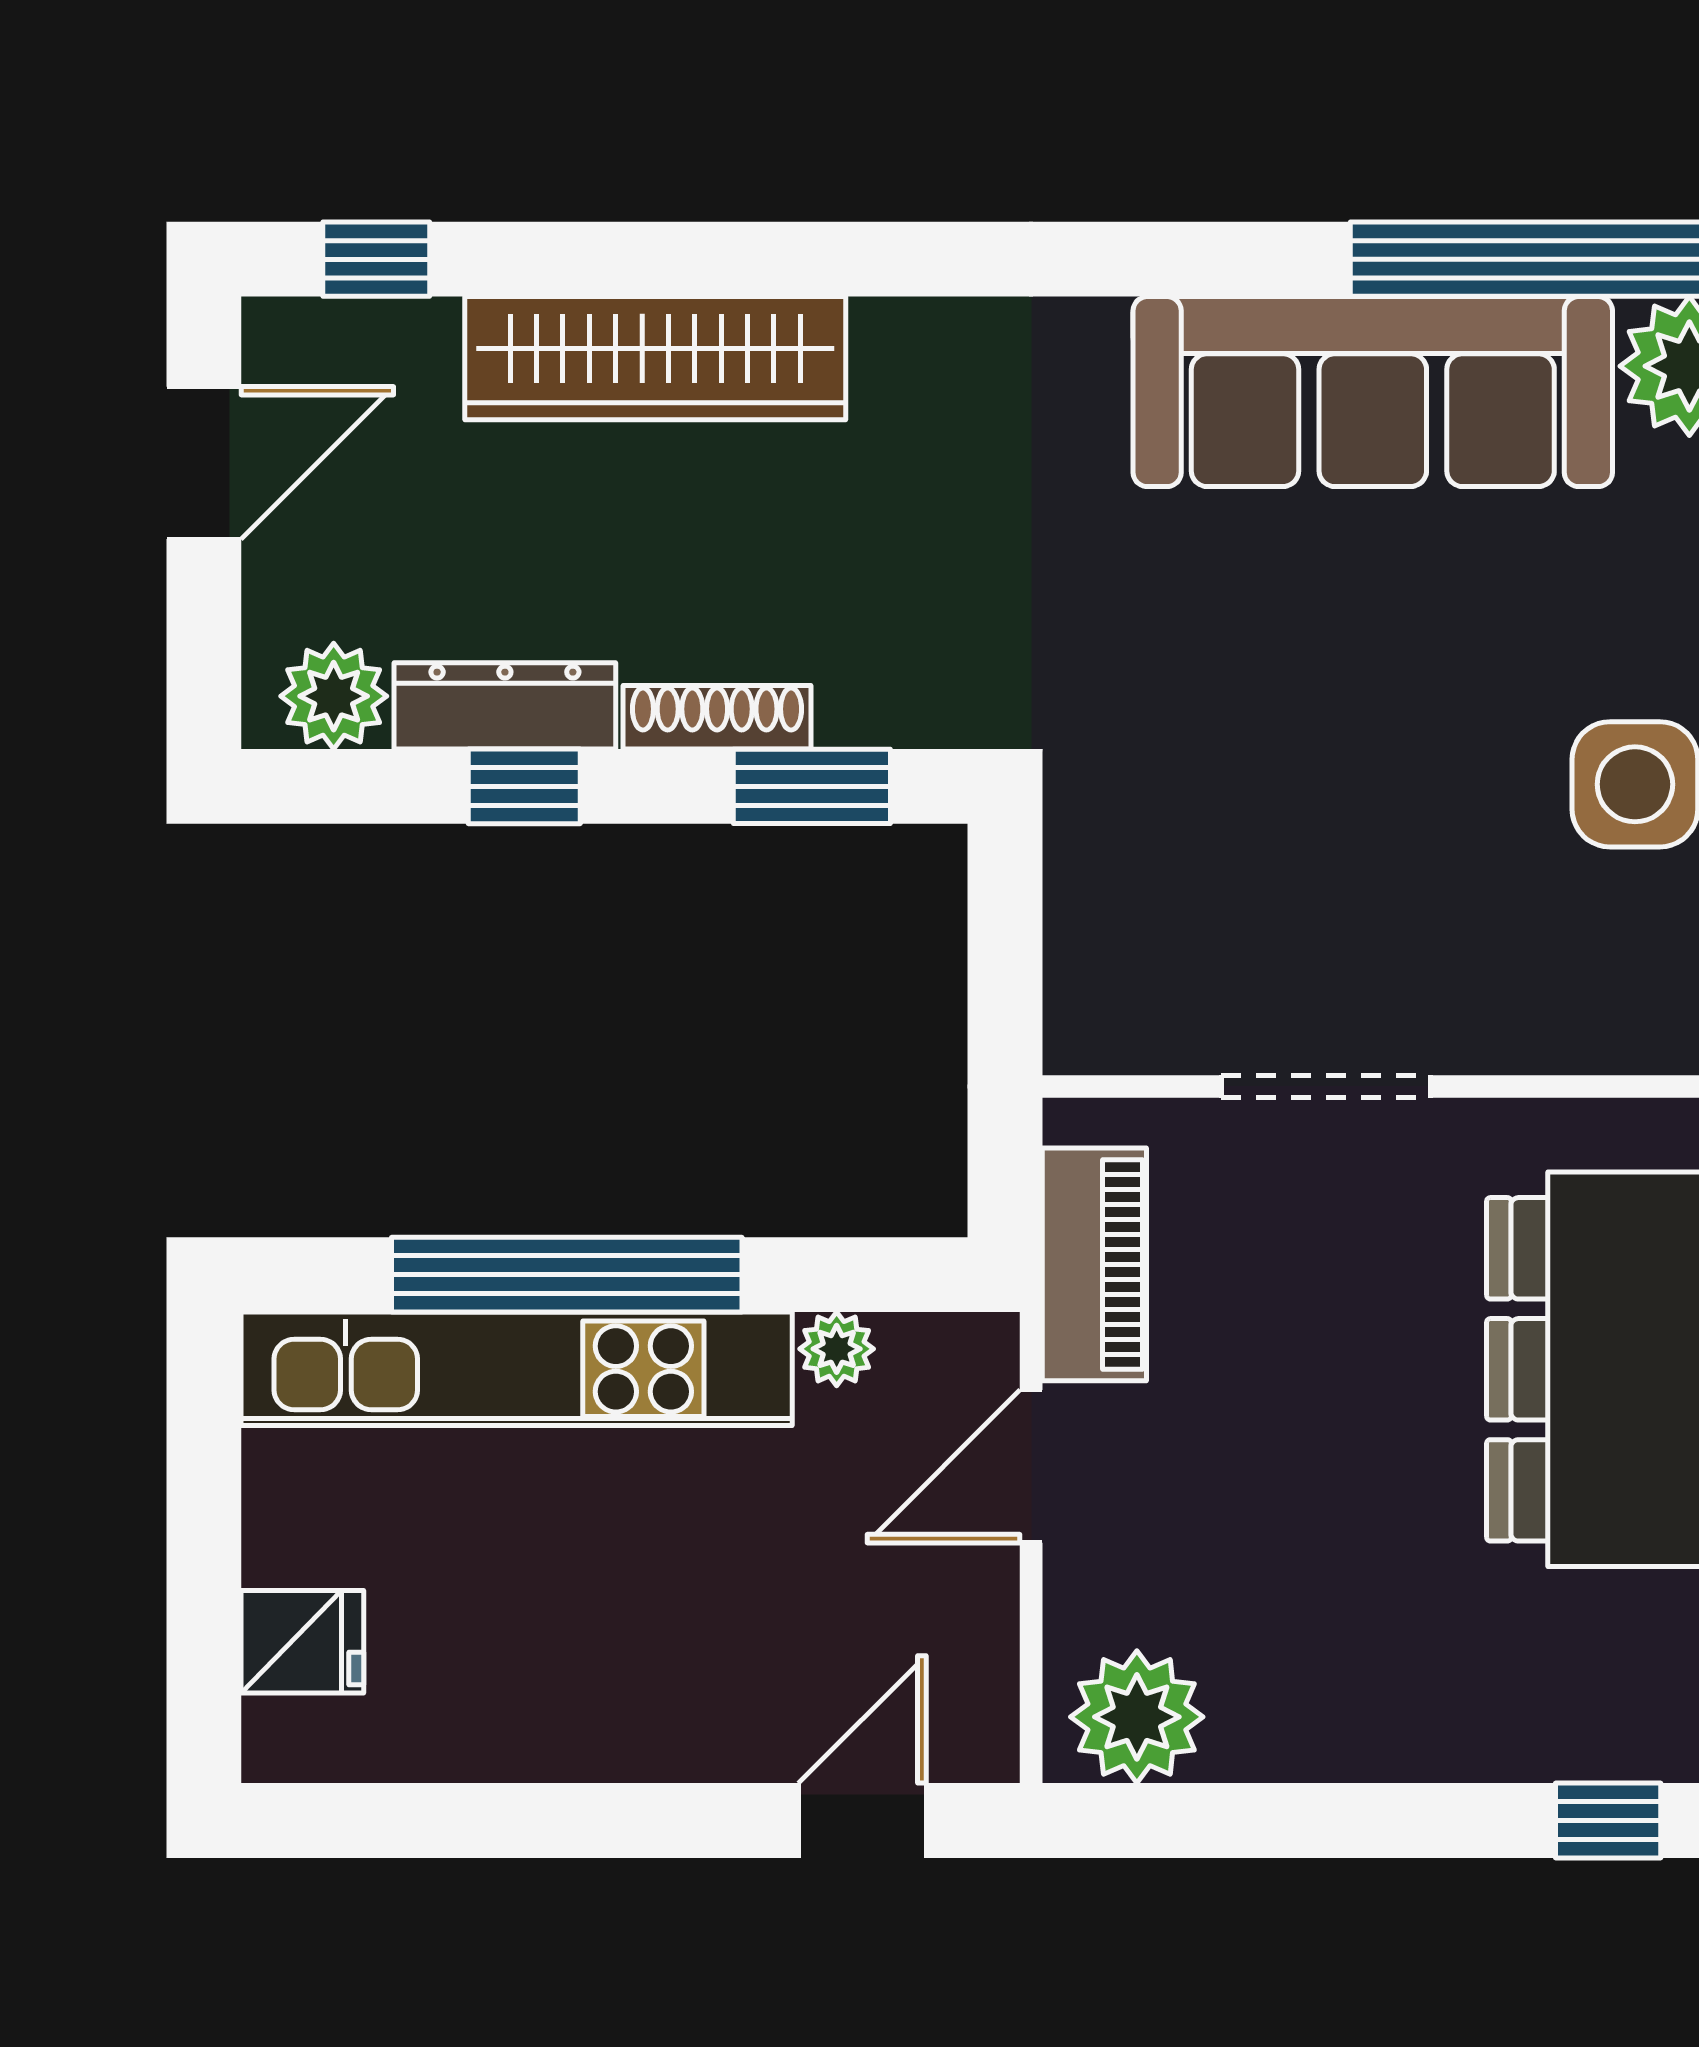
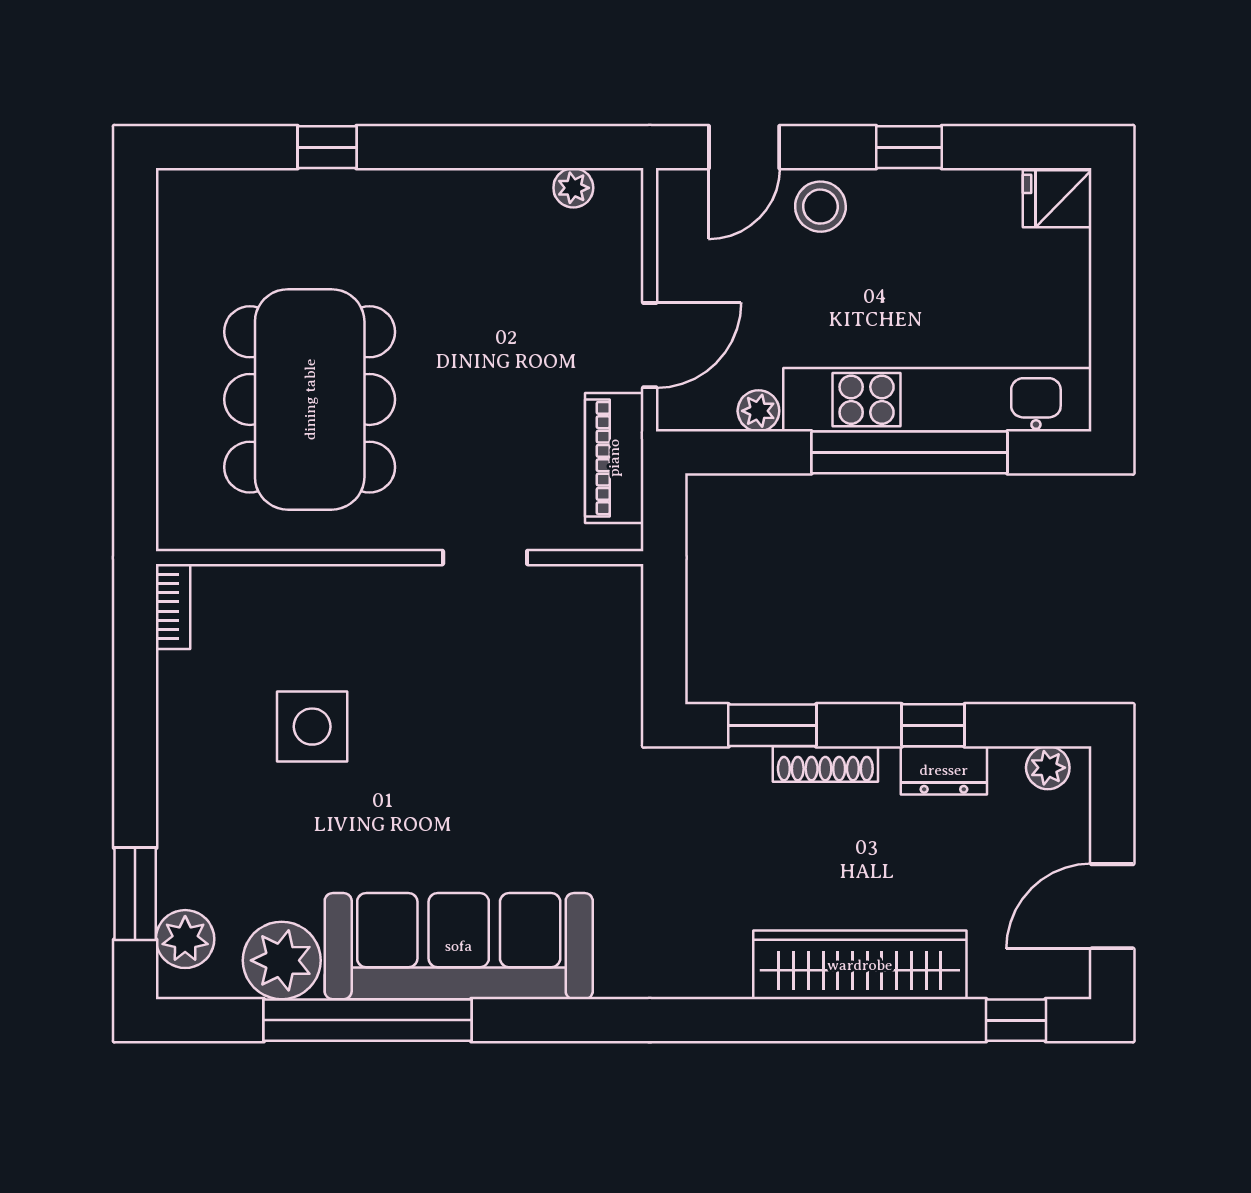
plant: (334, 696) -> (1048, 768), width x0.73, depth x0.73
dresser: (505, 706) -> (944, 770), width x0.70
doorway: (1326, 1086) -> (485, 558), width x0.73
fridge: (302, 1642) -> (1057, 199), moved
stool: (726, 1714) -> (820, 207), added
plant: (1137, 1717) -> (573, 188), width x0.53, depth x0.53
window: (567, 1820) -> (909, 147), added

